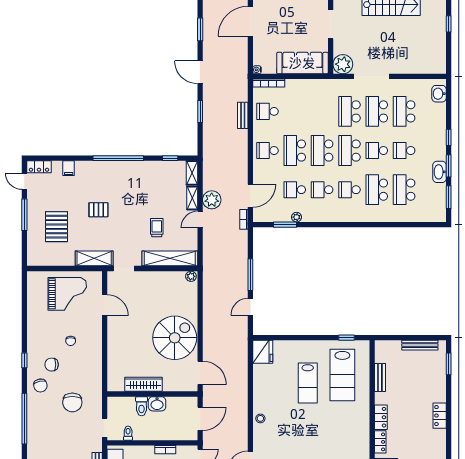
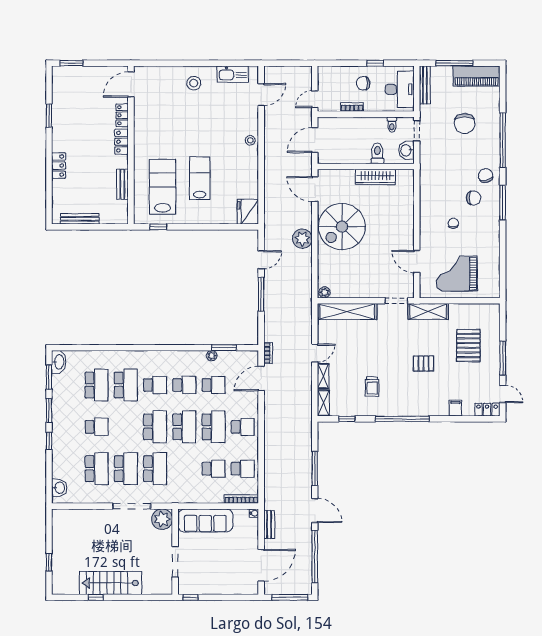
window: (200, 29) -> (315, 556), width x2.11
window: (200, 112) -> (315, 469), width x1.44
bench: (243, 115) -> (269, 524), moved
school desk: (377, 151) -> (214, 469), moved
washbasin: (440, 172) -> (59, 362), moved
plant: (212, 200) -> (302, 239), moved
trolley: (157, 228) -> (372, 387), moved
window: (24, 360) -> (503, 203), width x2.17
window: (449, 364) -> (49, 116), moved
chair: (72, 402) -> (465, 123), moved, turned 180
washbasin: (157, 404) -> (406, 150), moved, turned -90
locker: (440, 416) -> (59, 166), moved

